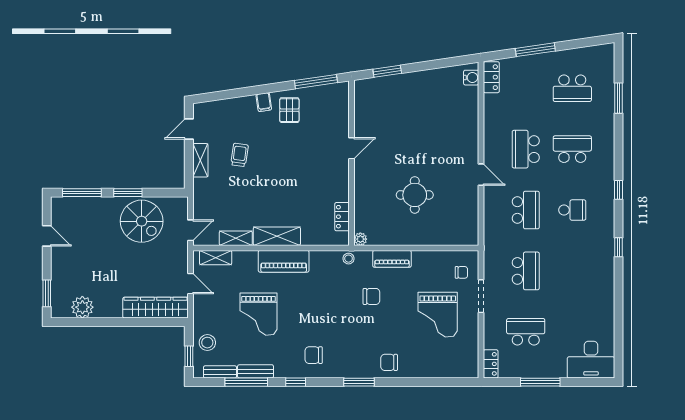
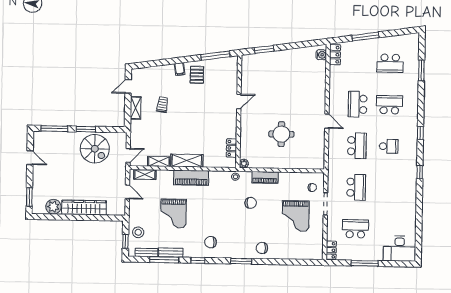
wardrobe: (156, 308) -> (84, 208), moved

